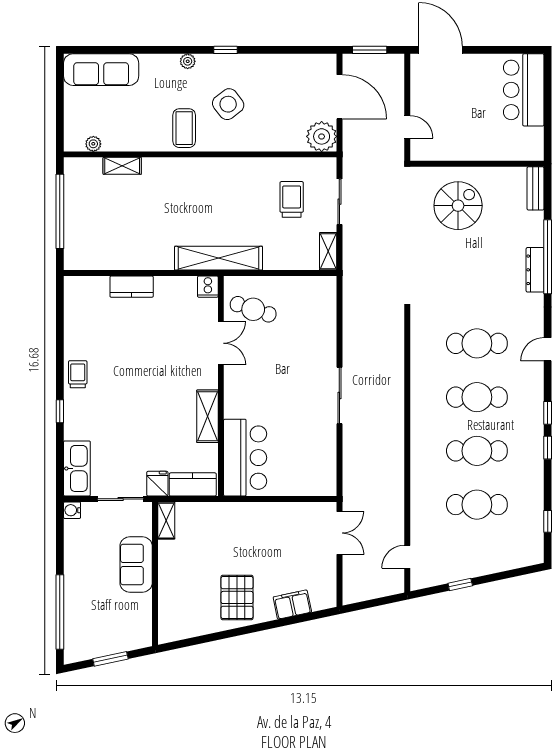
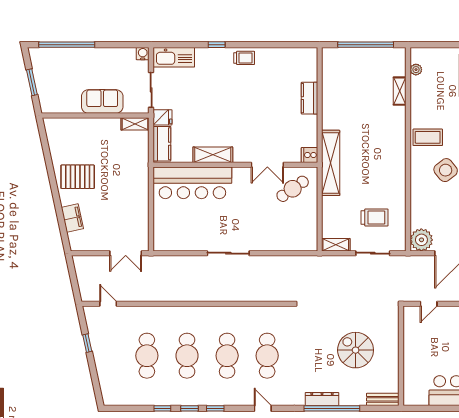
spiral stairs: (458, 206) -> (356, 350), moved, turned 180
cafe table: (253, 309) -> (293, 189), turned 37
bar counter: (245, 458) -> (192, 183), width x1.36
window: (548, 521) -> (162, 408), moved

